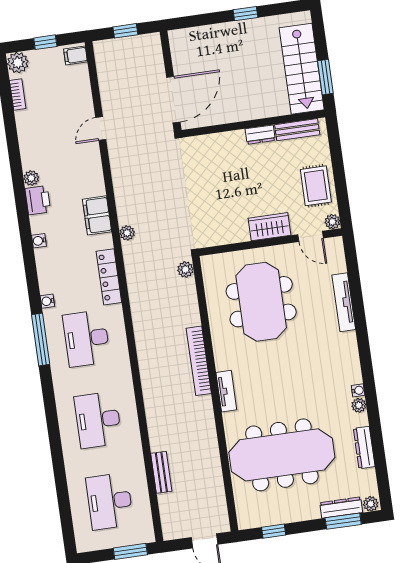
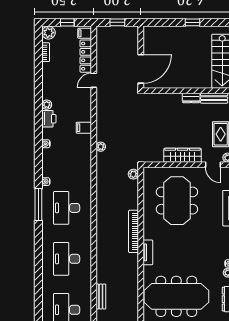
filing cabinet: (97, 215) -> (84, 128), width x0.50
wardrobe: (270, 227) -> (183, 155), width x1.50
locker: (109, 277) -> (86, 56), moved

